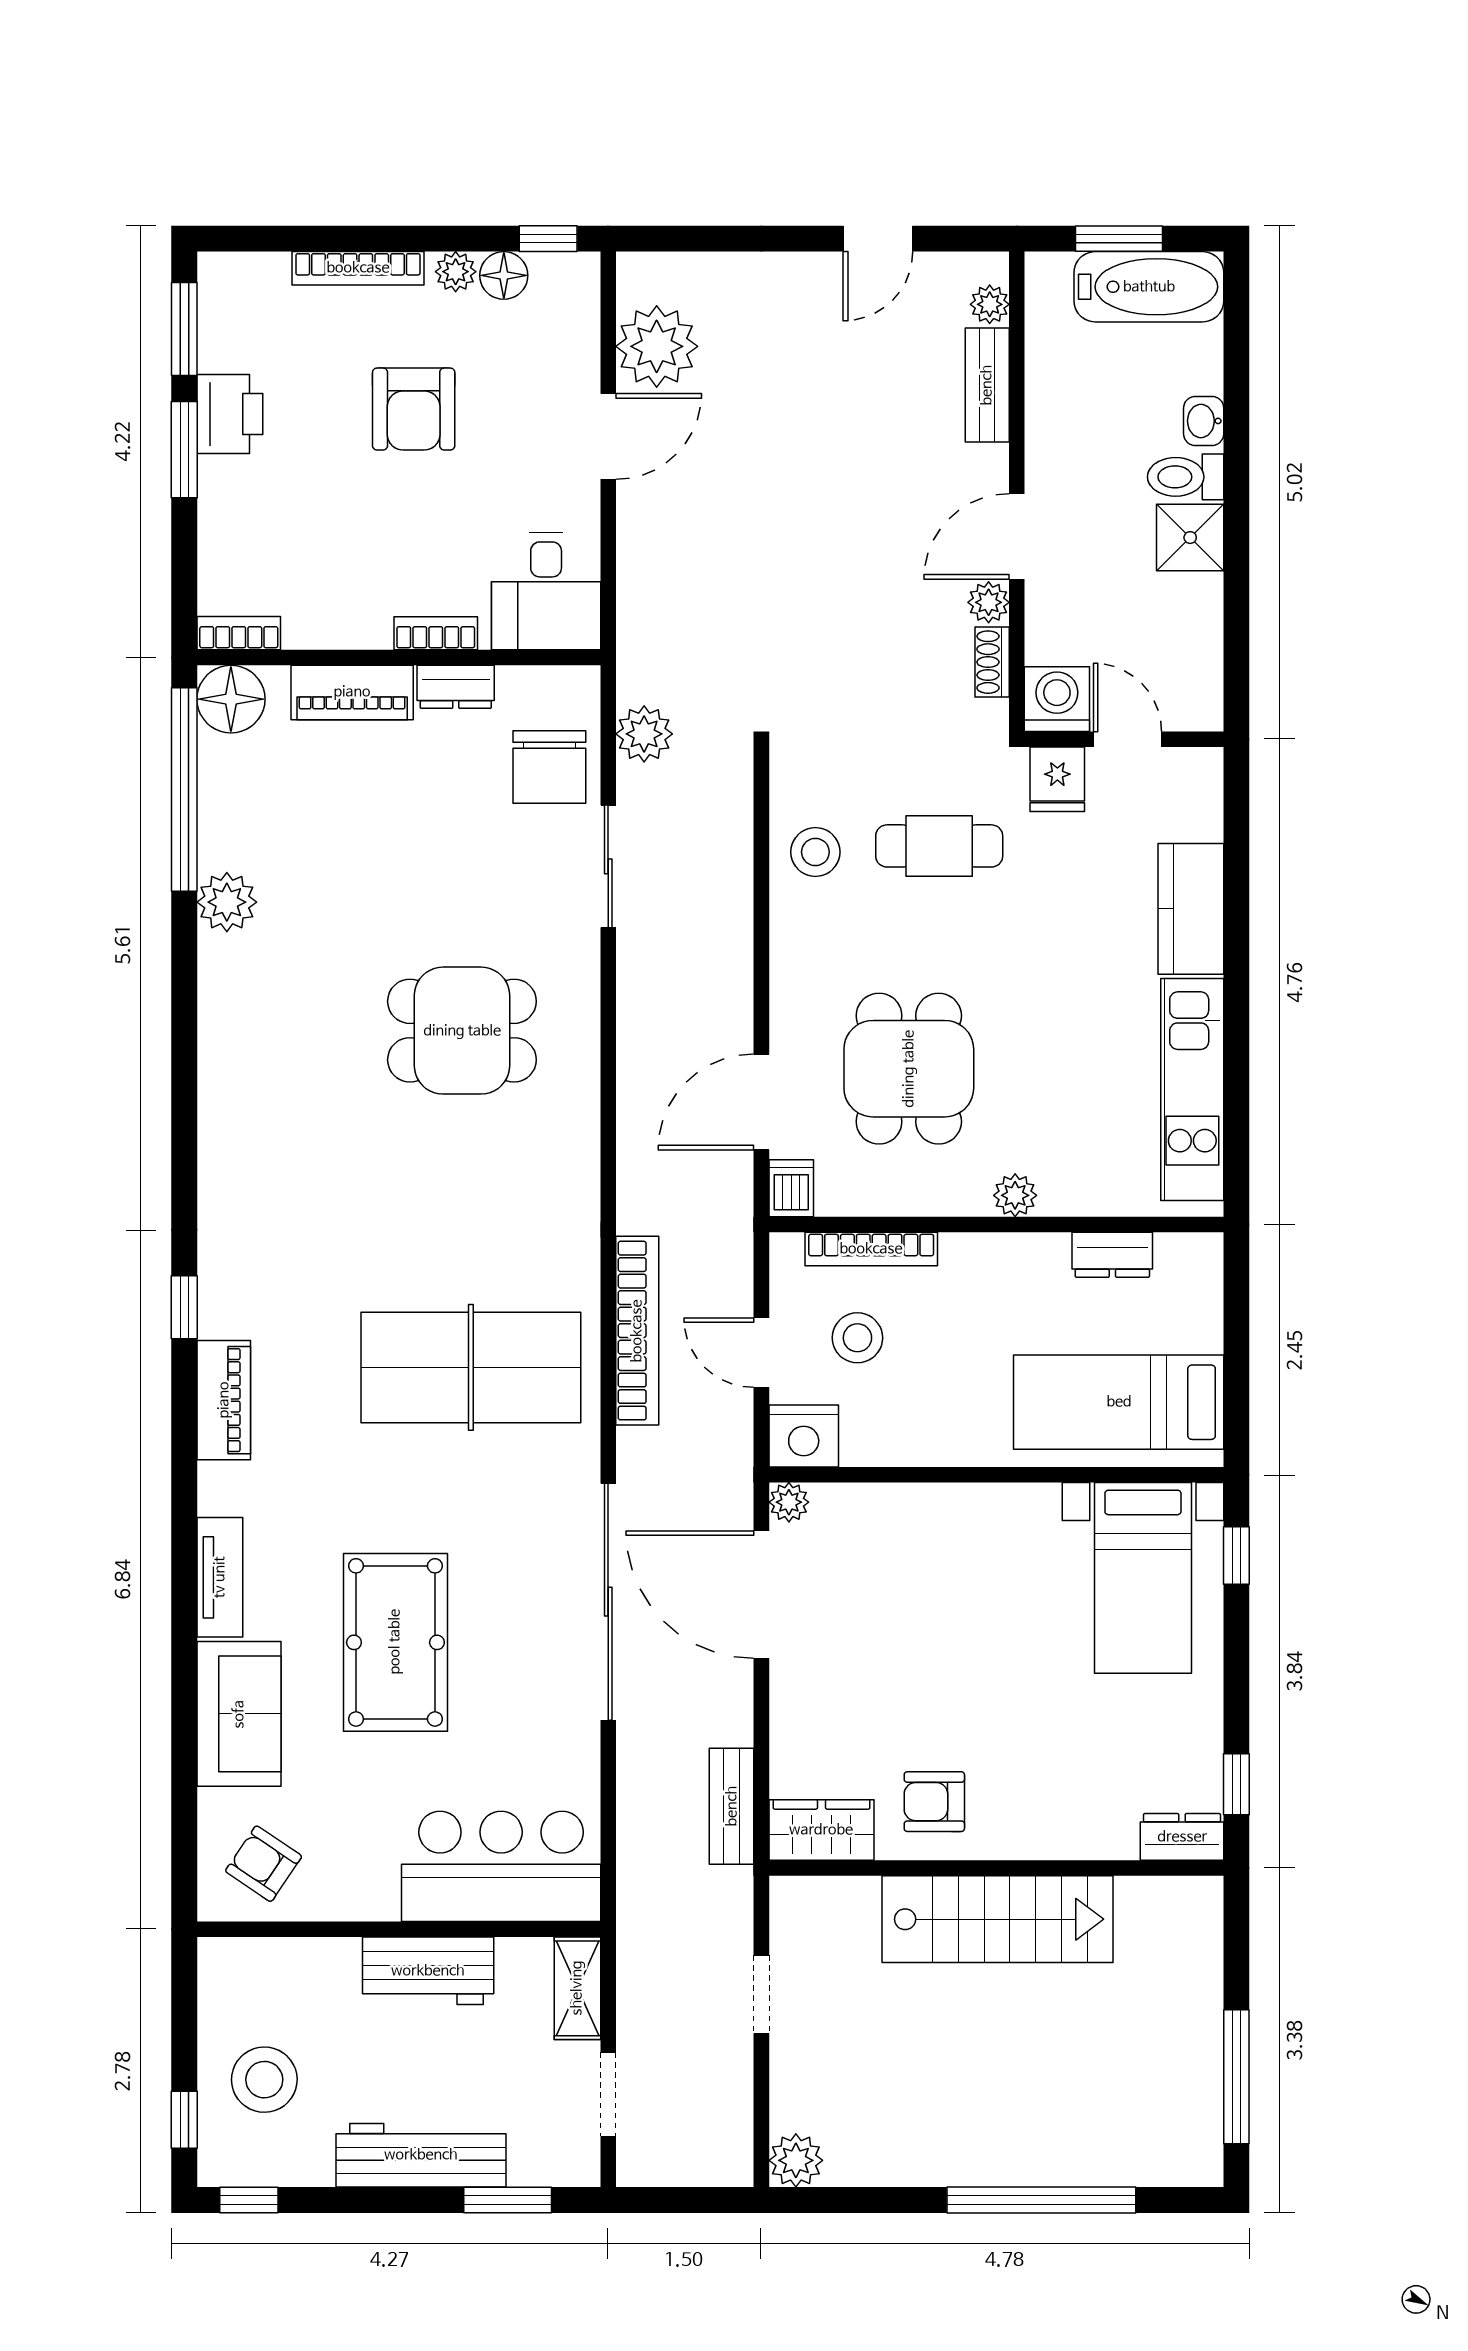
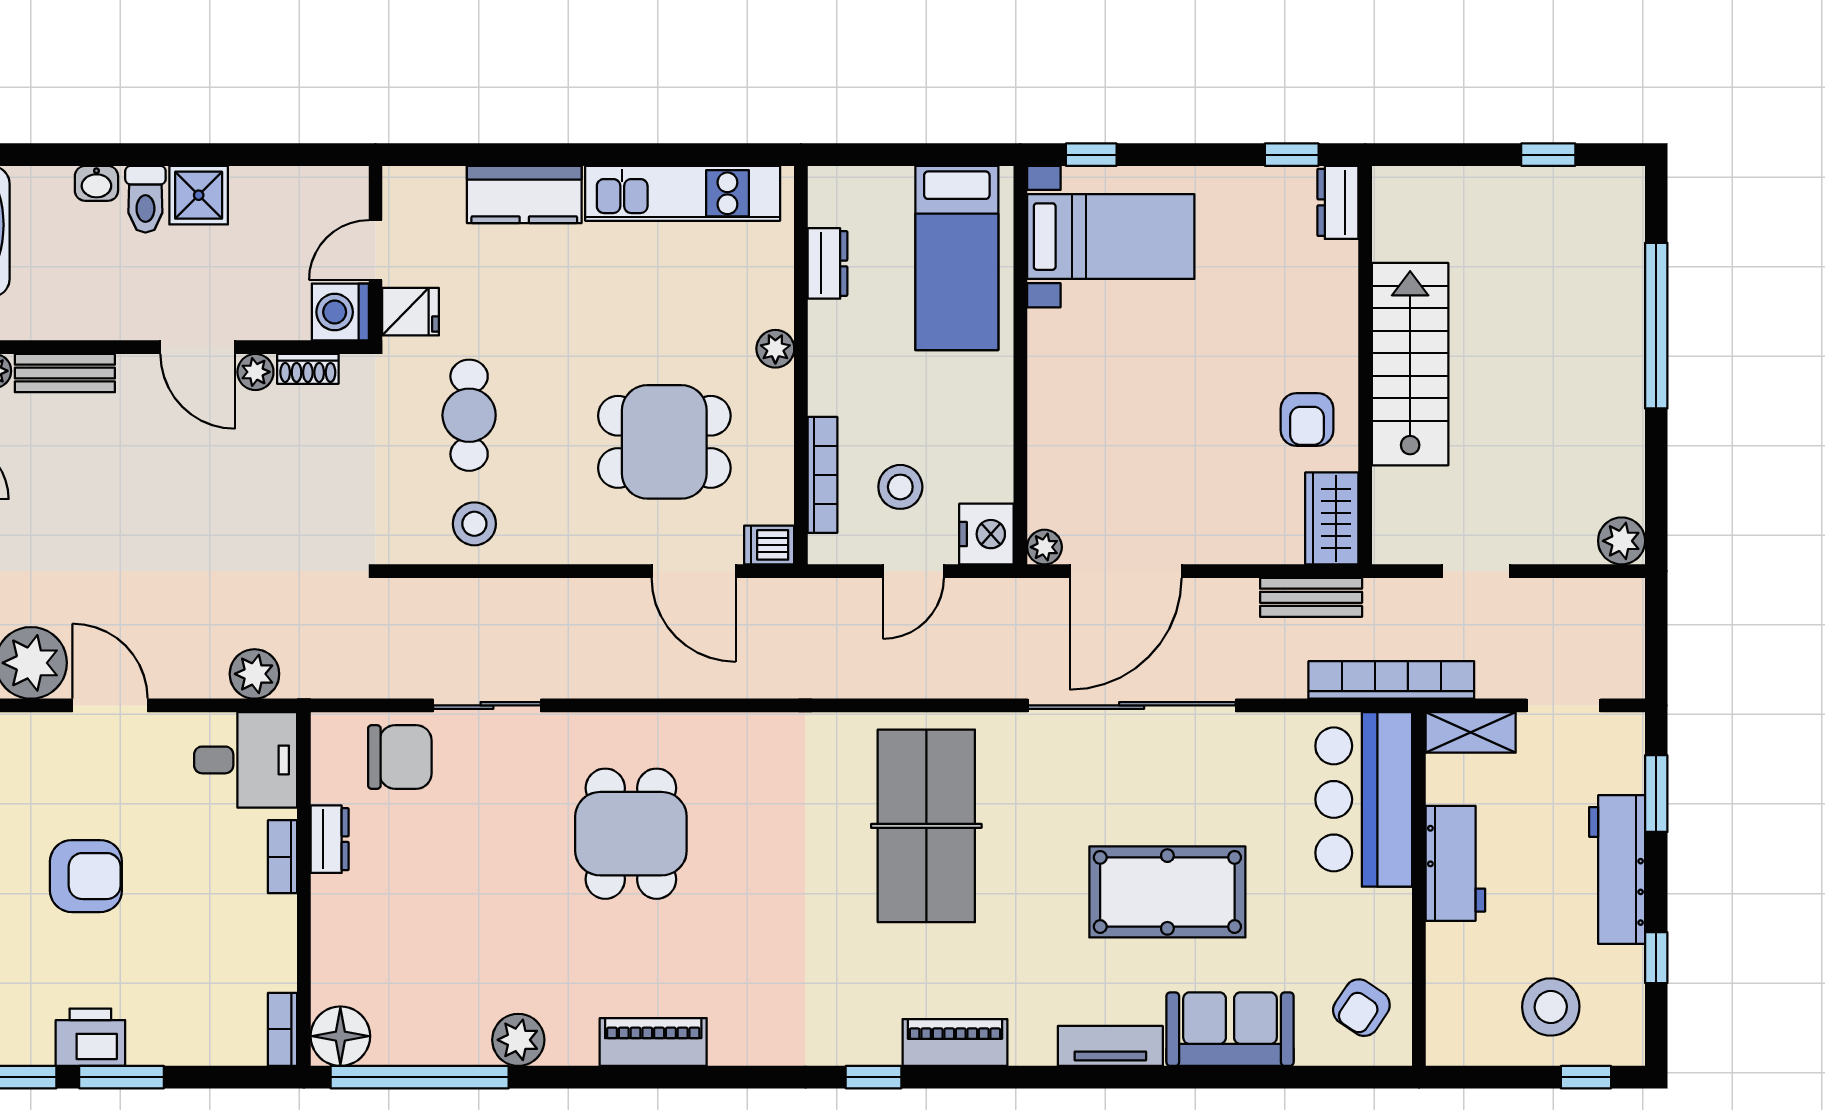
piano: (352, 692) -> (653, 1042), moved, turned -90
plant: (644, 734) -> (254, 674), moved
bookcase: (637, 1331) -> (1391, 680), moved
window: (1236, 2077) -> (1548, 155), width x0.46
window: (249, 2200) -> (1656, 958), moved

